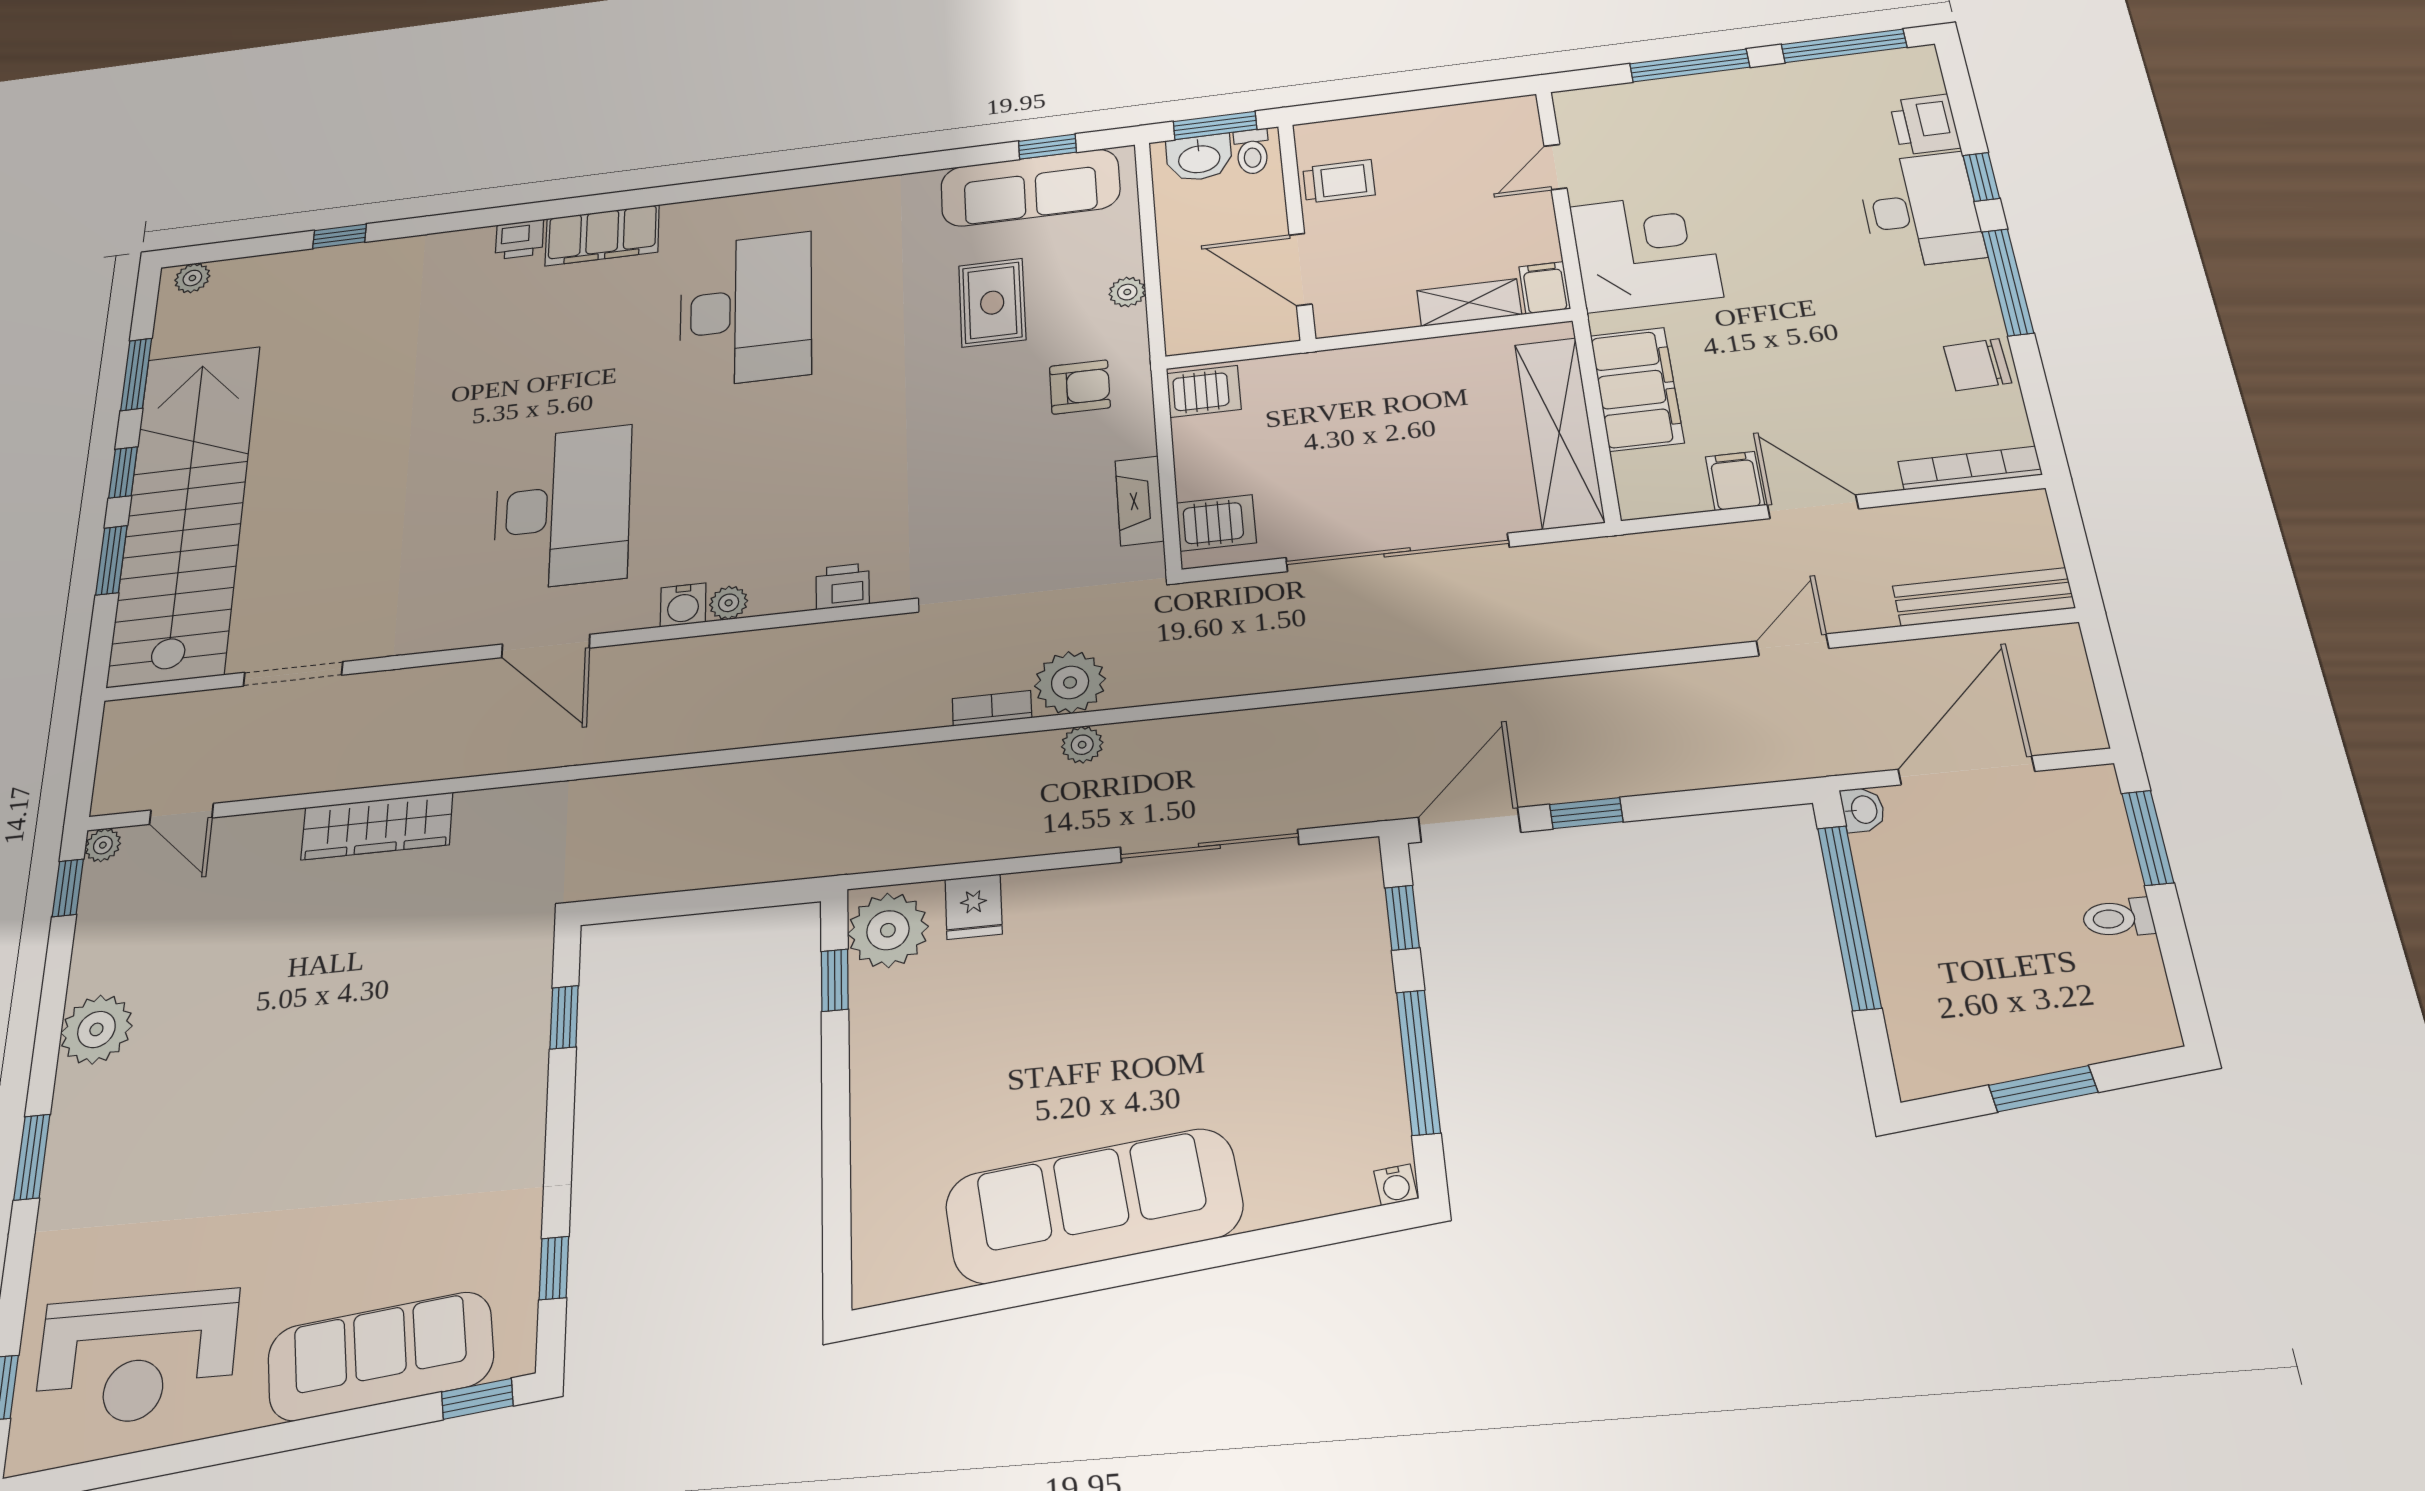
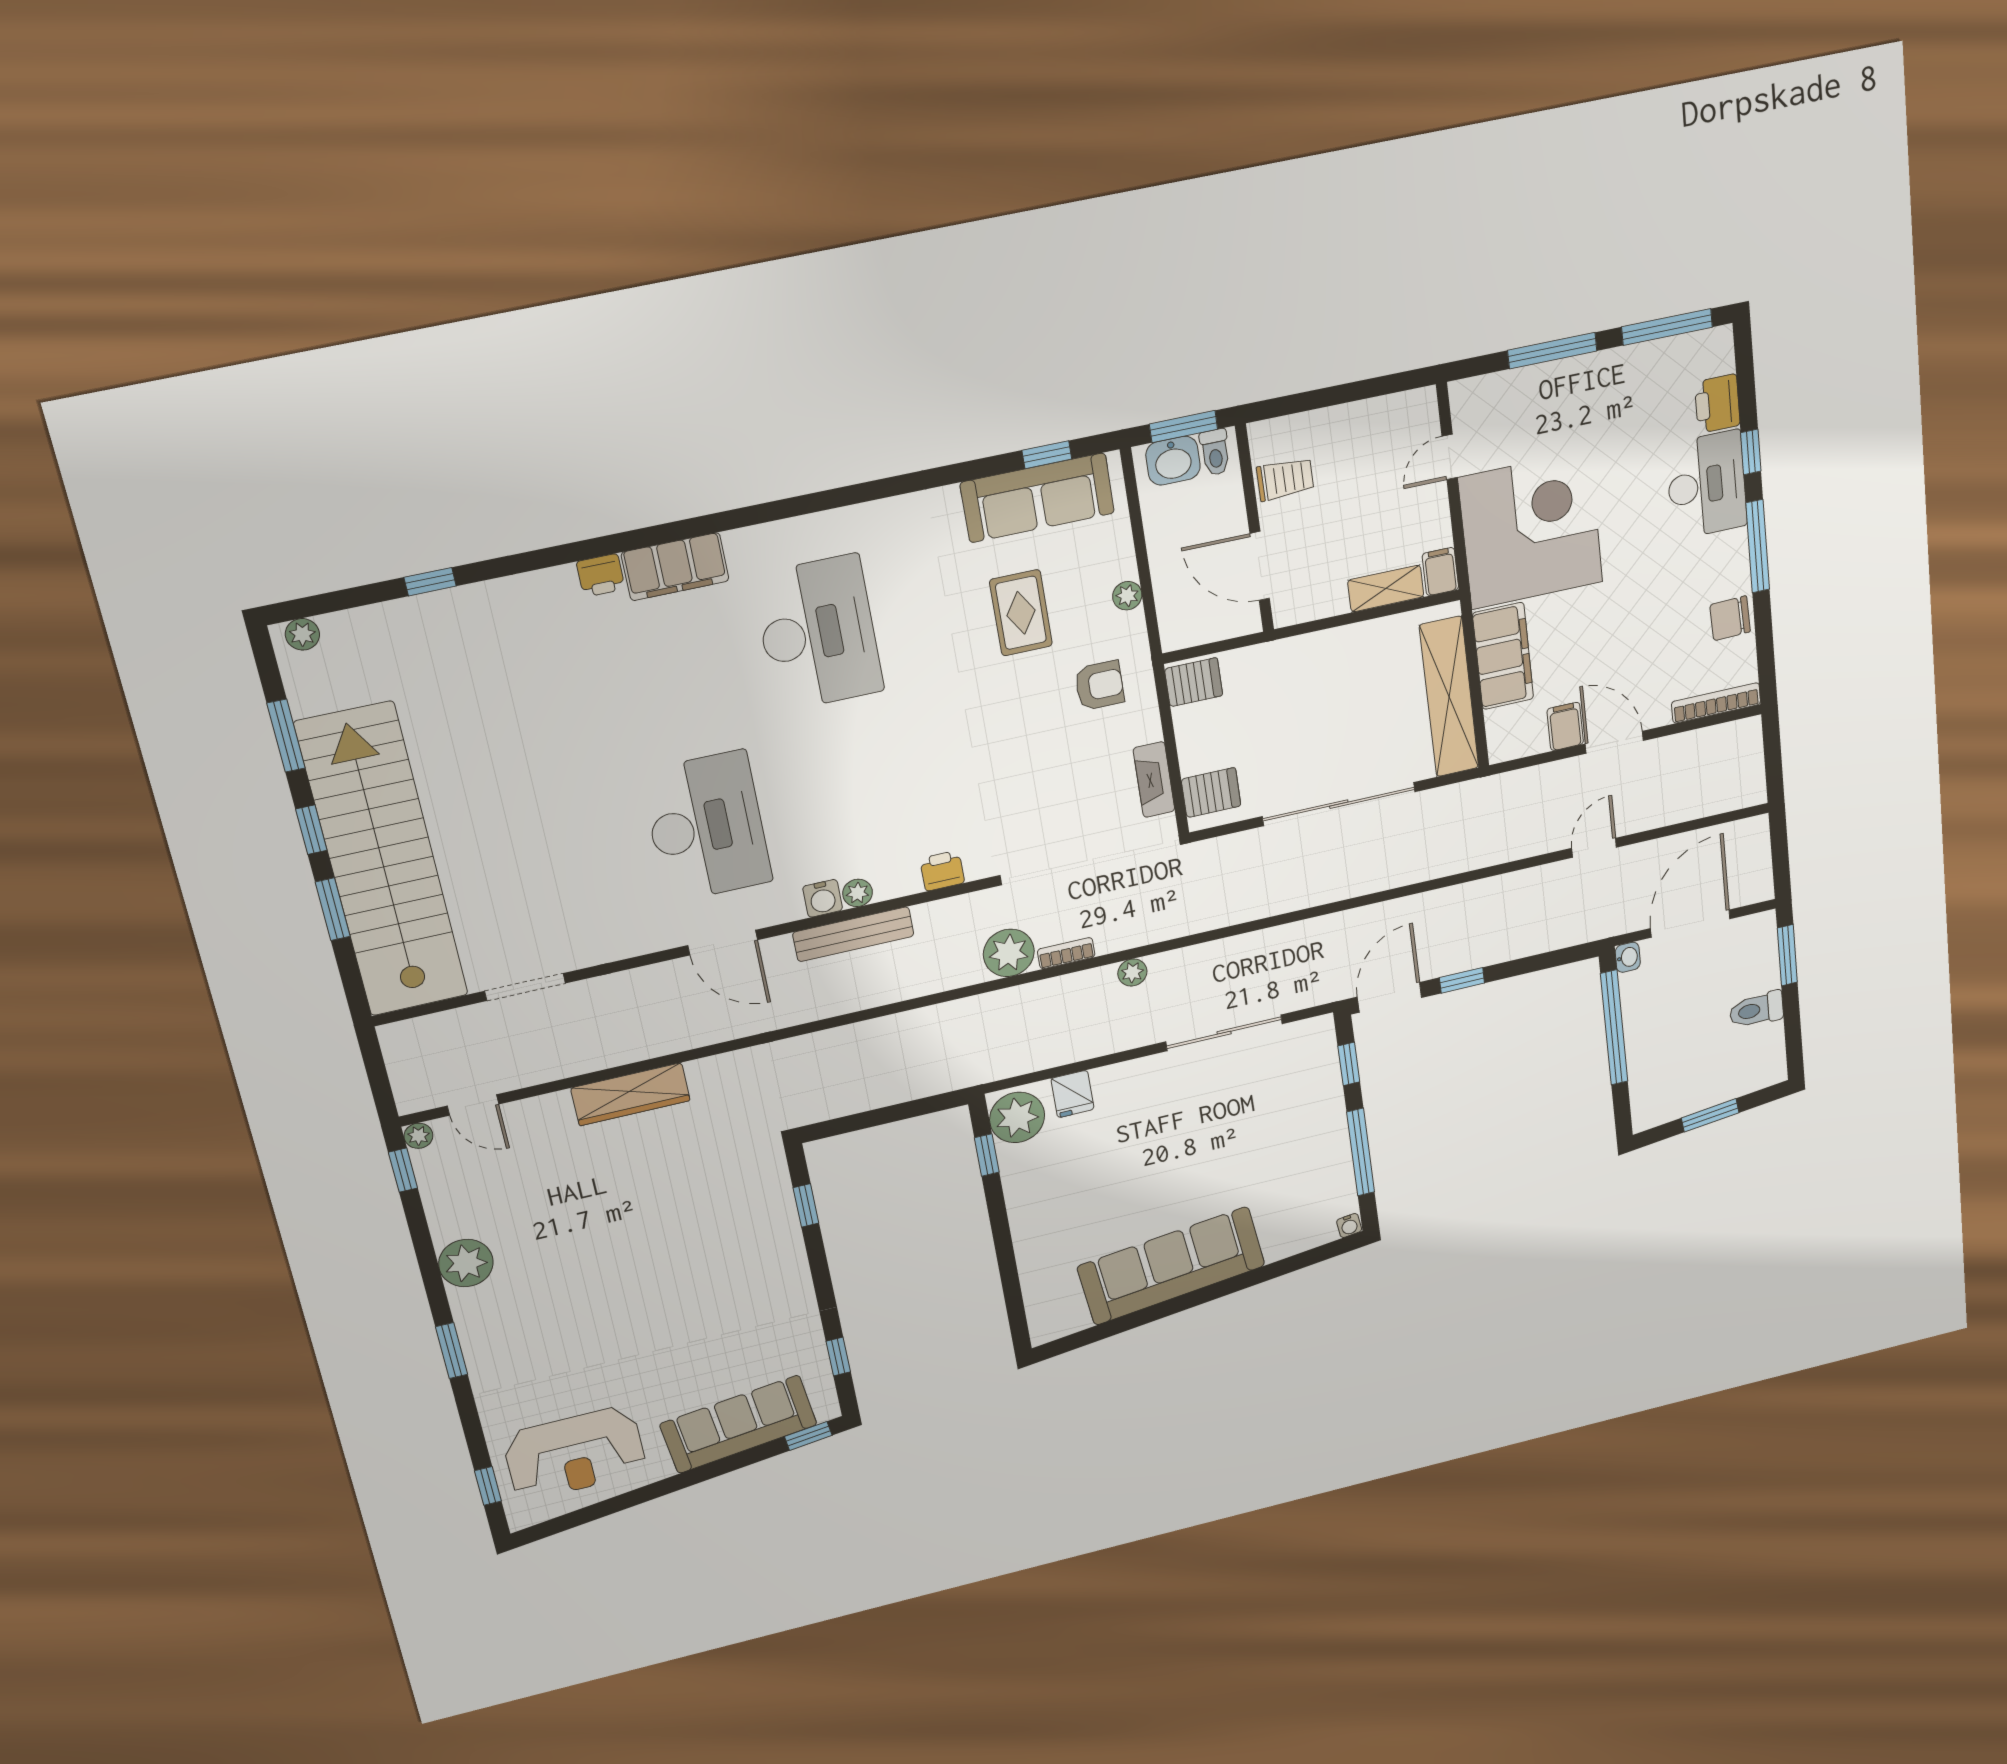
corner desk: (1646, 251) -> (1531, 530), width x1.36, depth x1.36
bench: (1983, 597) -> (853, 934), moved
plant: (1070, 682) -> (1009, 953), moved
toilet: (2118, 918) -> (1756, 1010), width x1.37, depth x1.39

